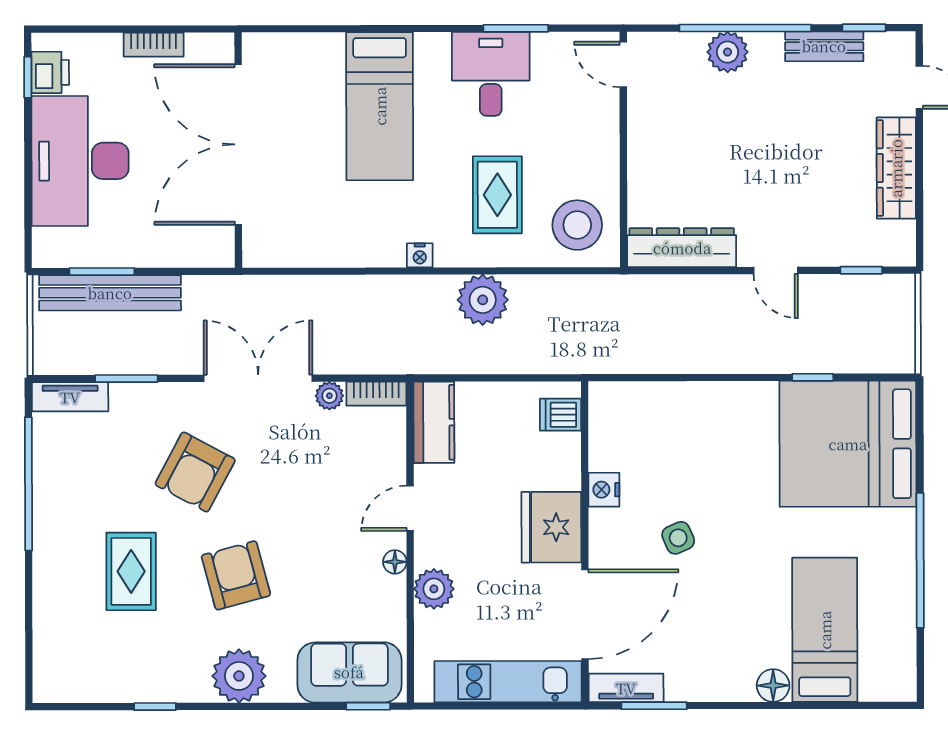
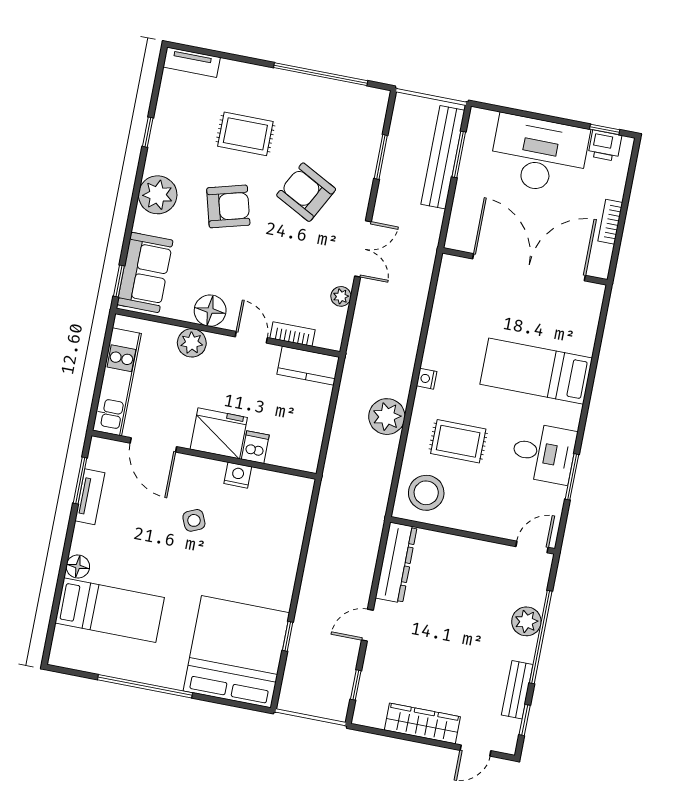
double door: (258, 378) -> (363, 249), width x0.73
bookcase: (376, 394) -> (293, 334), moved, turned 90
tv unit: (70, 397) -> (192, 62), moved, turned -90
dishwasher: (560, 415) -> (255, 447), moved
floor lamp: (395, 562) -> (210, 311), width x1.89, depth x1.89
door: (585, 614) -> (153, 445), width x0.73
tv unit: (626, 688) -> (90, 497), moved

